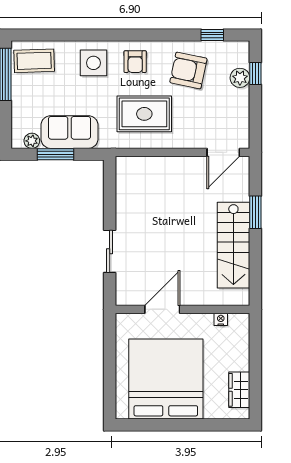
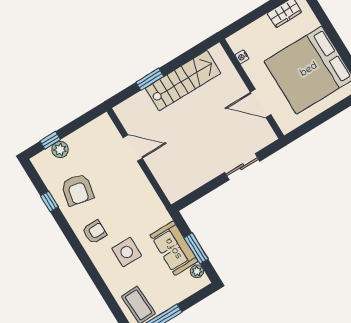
window: (212, 35) -> (49, 201), moved
side table: (93, 63) -> (127, 252), moved
rug: (144, 114) -> (128, 202), removed
door: (223, 152) -> (133, 148), moved

